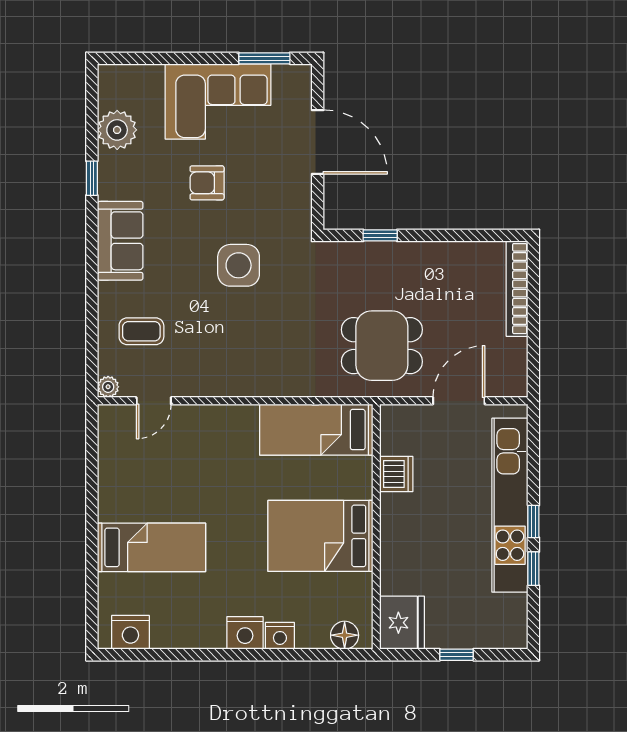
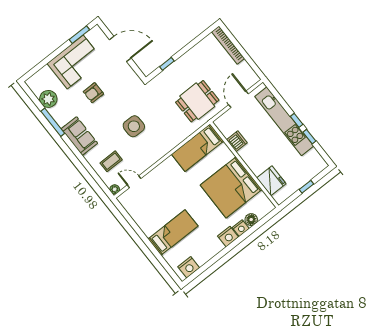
window: (92, 178) -> (53, 122), width x2.17
side table: (239, 265) -> (134, 126), moved
door: (154, 401) -> (134, 182), swing flipped
bed: (320, 536) -> (231, 187), width x1.36
fridge: (402, 623) -> (271, 181), moved
floor lamp: (345, 635) -> (251, 220), moved

